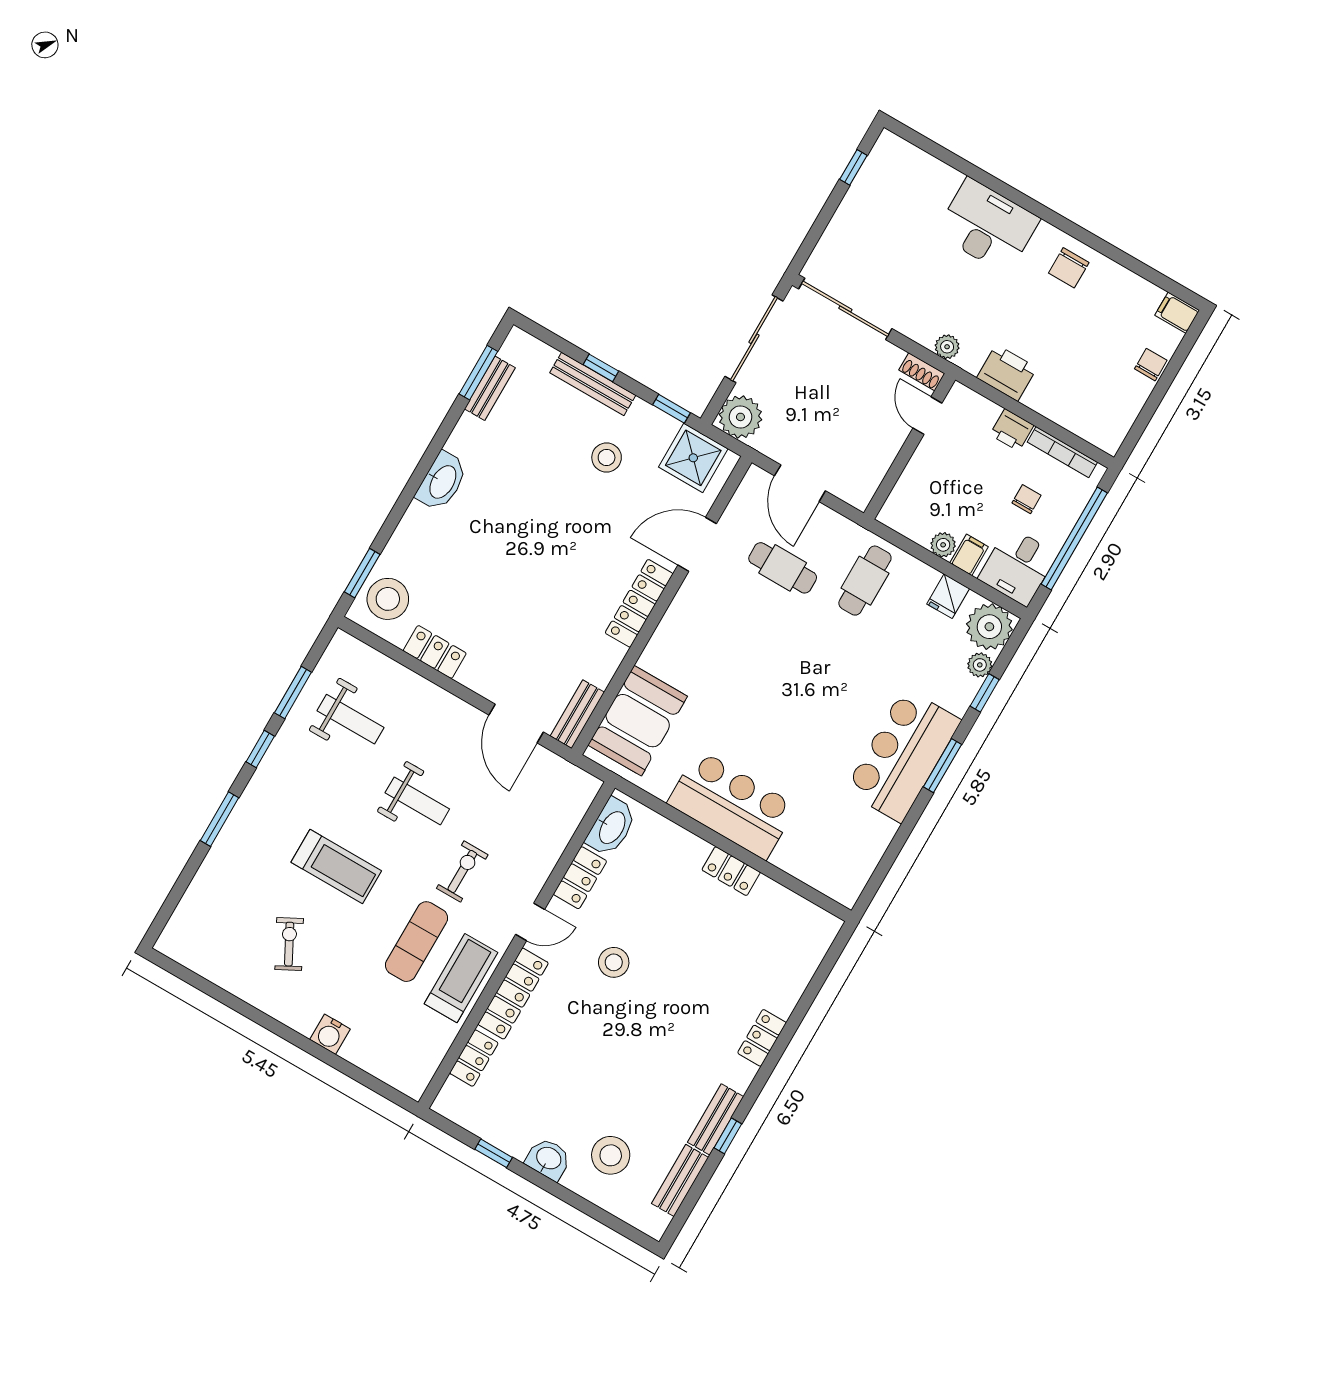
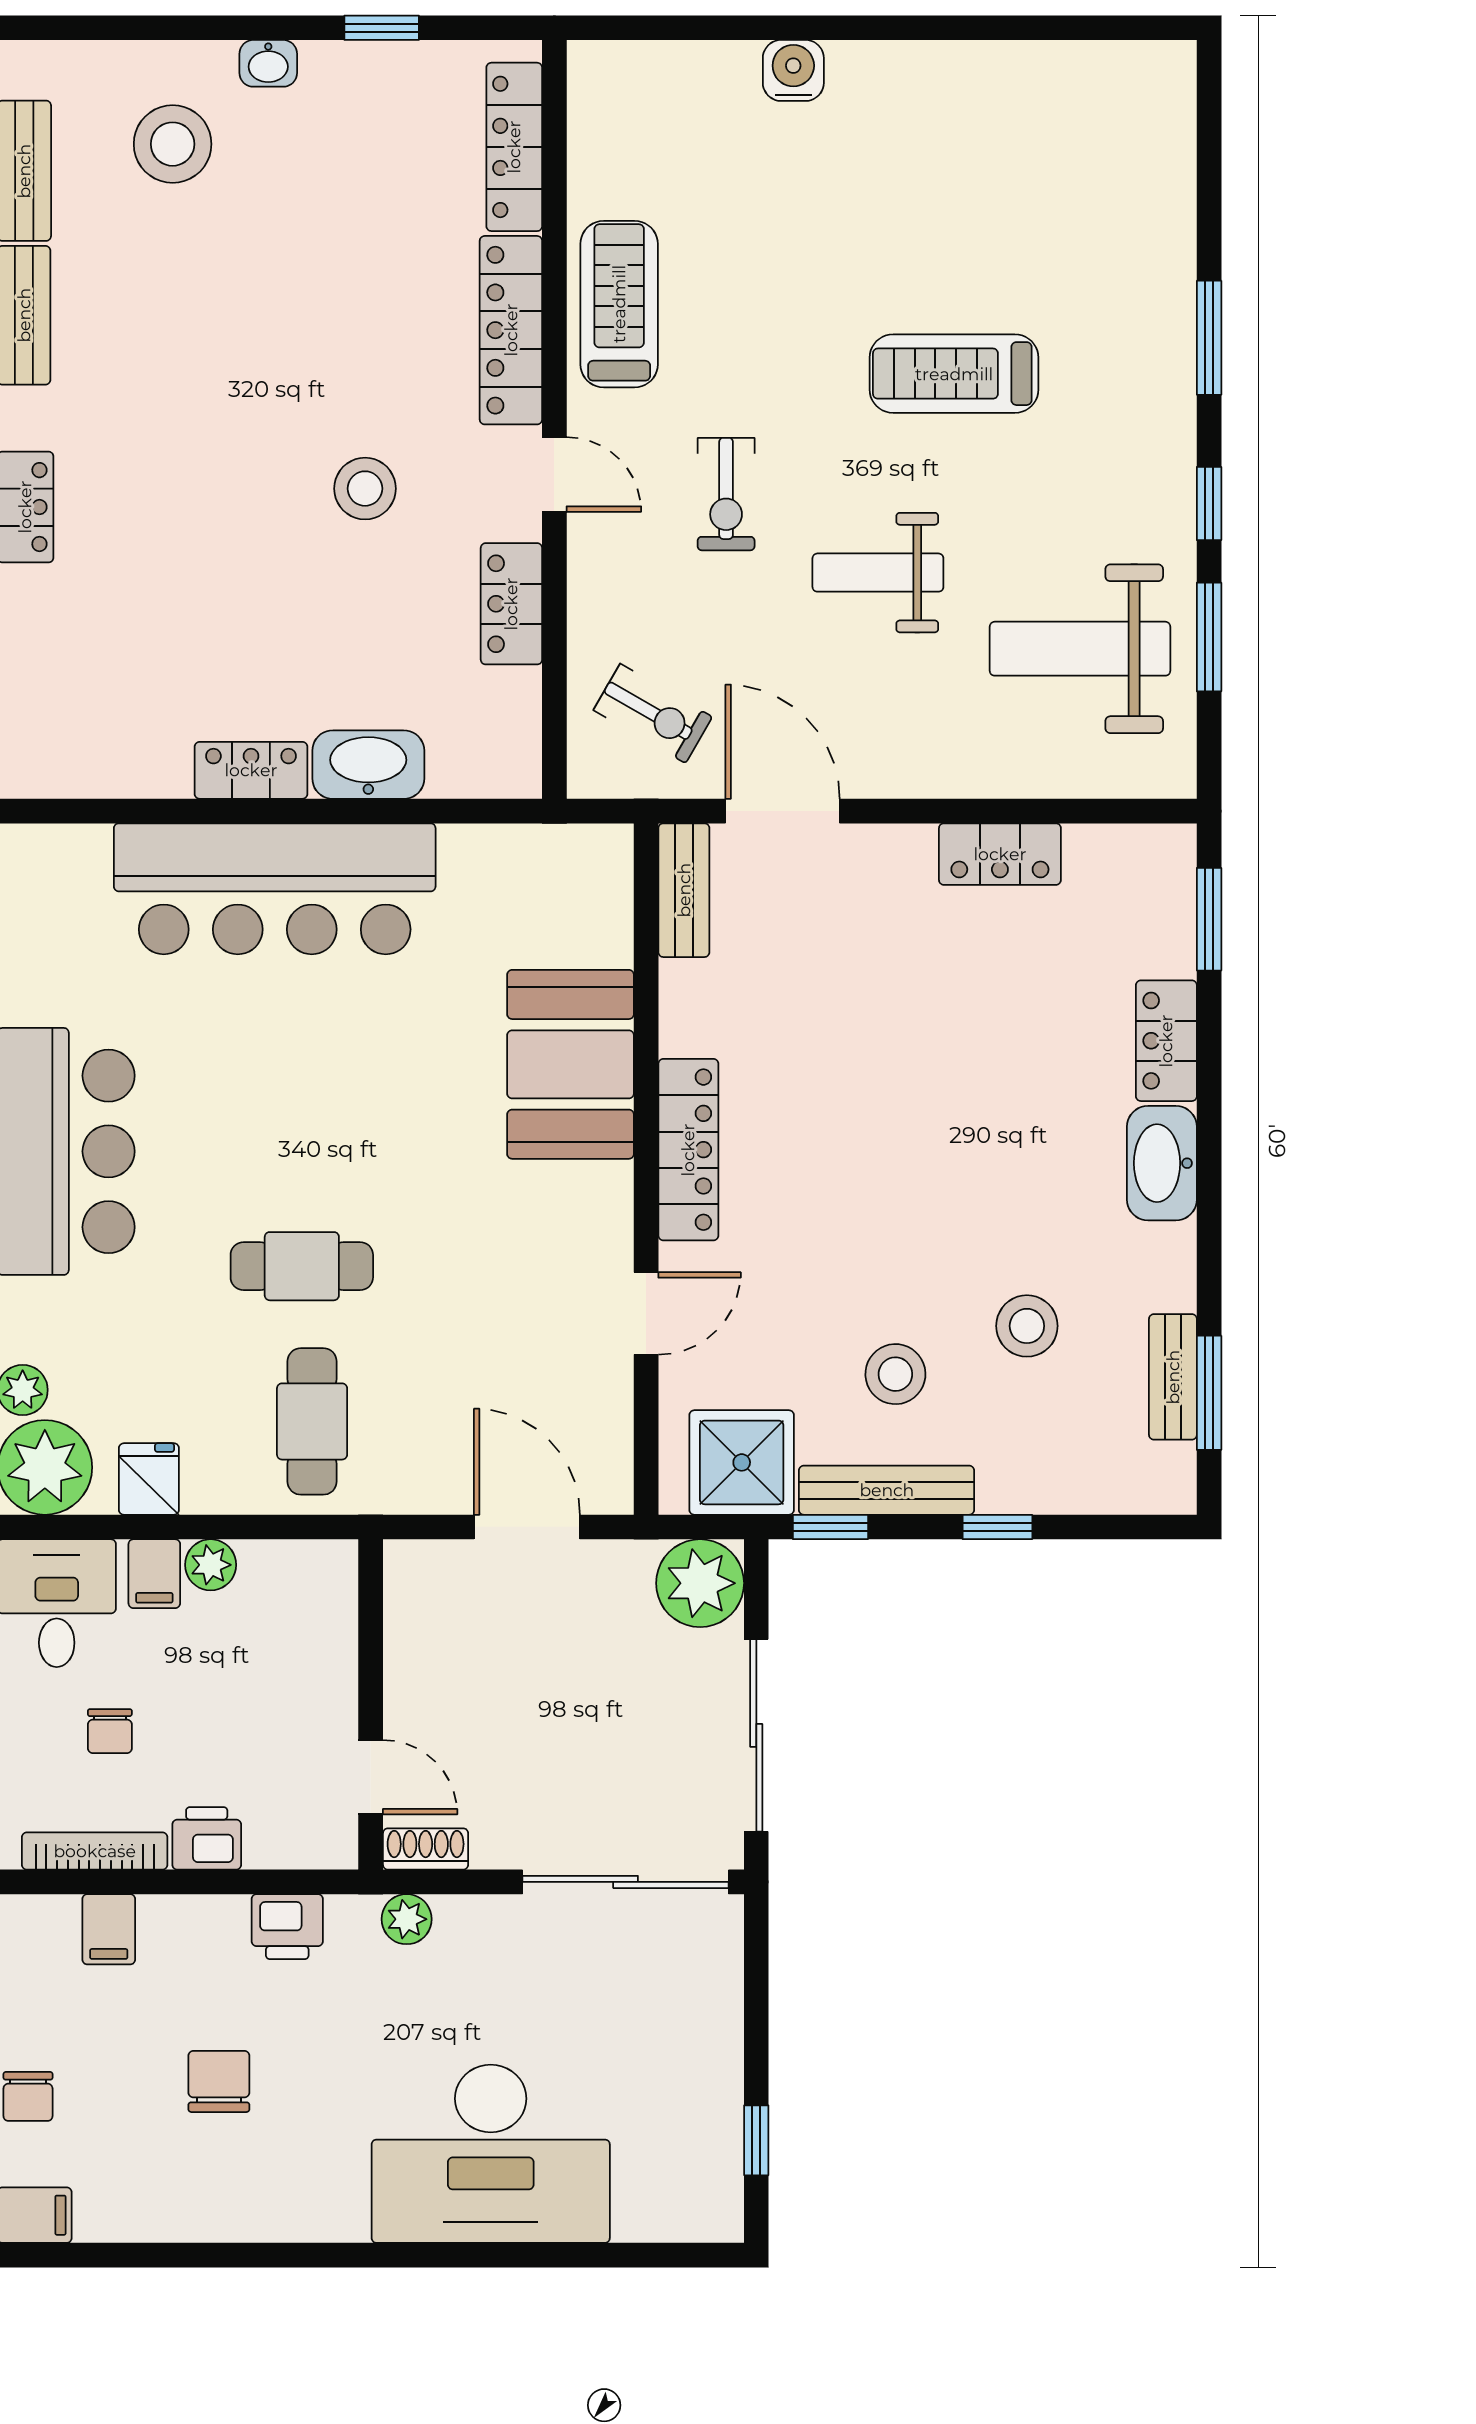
desk: (988, 226) -> (491, 2154), width x1.36, depth x1.30
chair: (1069, 268) -> (219, 2081), moved
printer: (1007, 373) -> (287, 1927), width x0.73, depth x0.81
bench: (593, 384) -> (887, 1490), moved
filing cabinet: (1076, 416) -> (109, 1929), added
locker: (410, 532) -> (1166, 1041), added
door: (697, 544) -> (646, 1313), width x0.73
cafe table: (783, 568) -> (302, 1266), moved
stool: (388, 599) -> (1027, 1326), moved, width x0.73, depth x0.73
weight bench: (350, 719) -> (1080, 649), width x1.36, depth x1.33
booth: (638, 721) -> (570, 1064), moved
bar counter: (732, 805) -> (275, 889), width x1.36
washbasin: (611, 827) -> (368, 765), moved, turned 90
door: (530, 922) -> (554, 474), swing flipped
exercise mat: (417, 942) -> (735, 323), removed
exercise bike: (289, 944) -> (653, 713), moved, turned -32
treadmill: (461, 978) -> (619, 304), turned 180
locker: (474, 1058) -> (514, 147), width x1.53
washbasin: (548, 1159) -> (268, 63), width x0.72, depth x0.69

